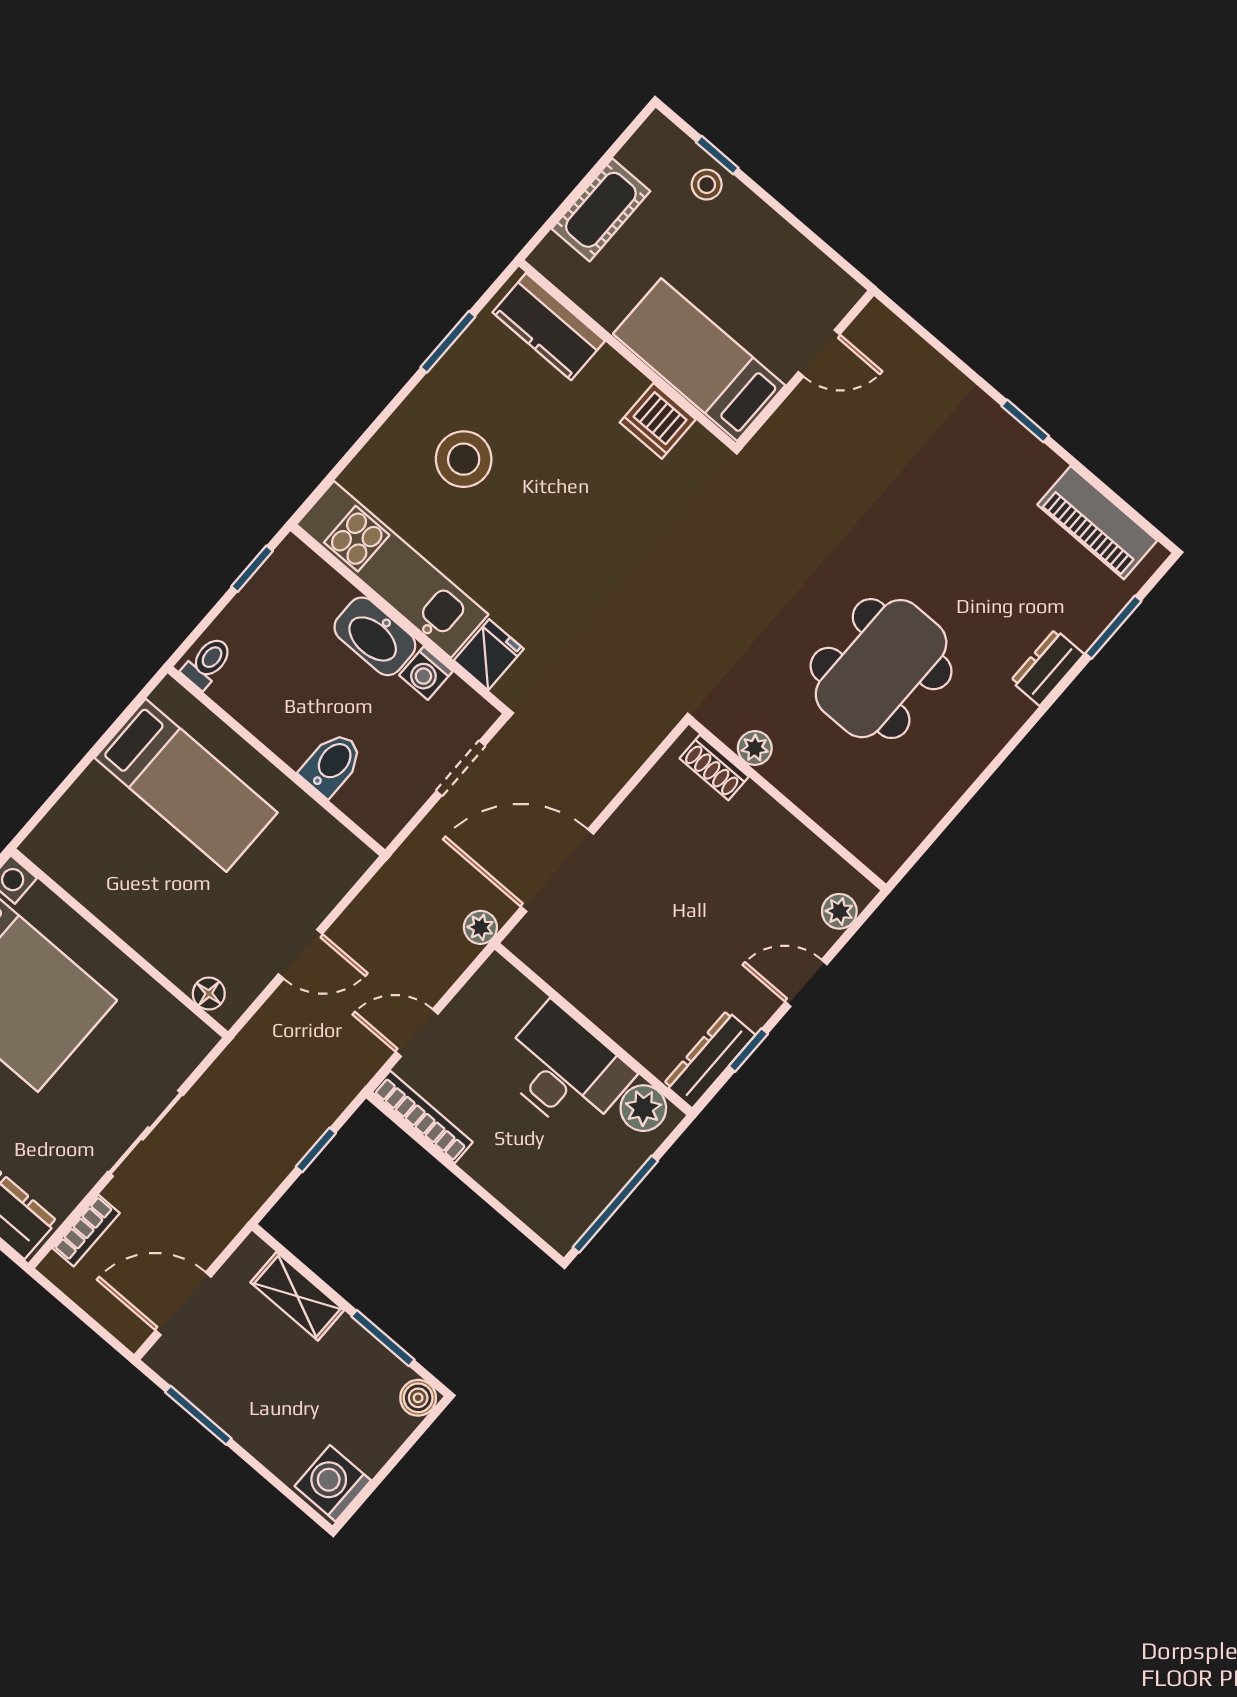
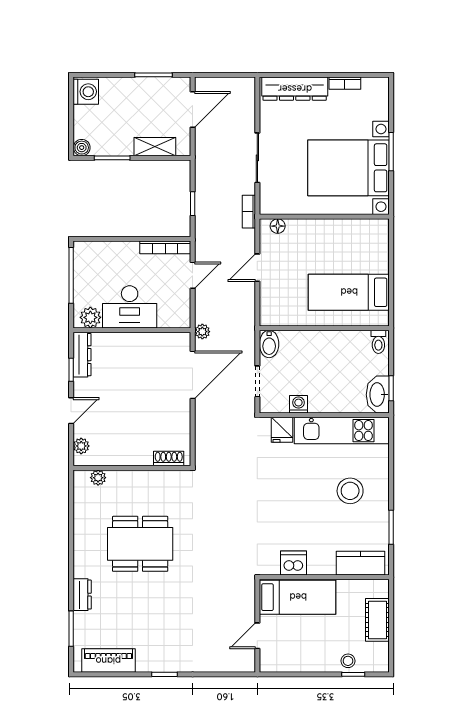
washbasin: (375, 636) -> (378, 395), moved, turned -90
dining table: (881, 669) -> (140, 544), turned 90
plant: (755, 748) -> (98, 478), moved
bidet: (332, 764) -> (269, 344), moved
bookcase: (86, 1231) -> (249, 212), moved

